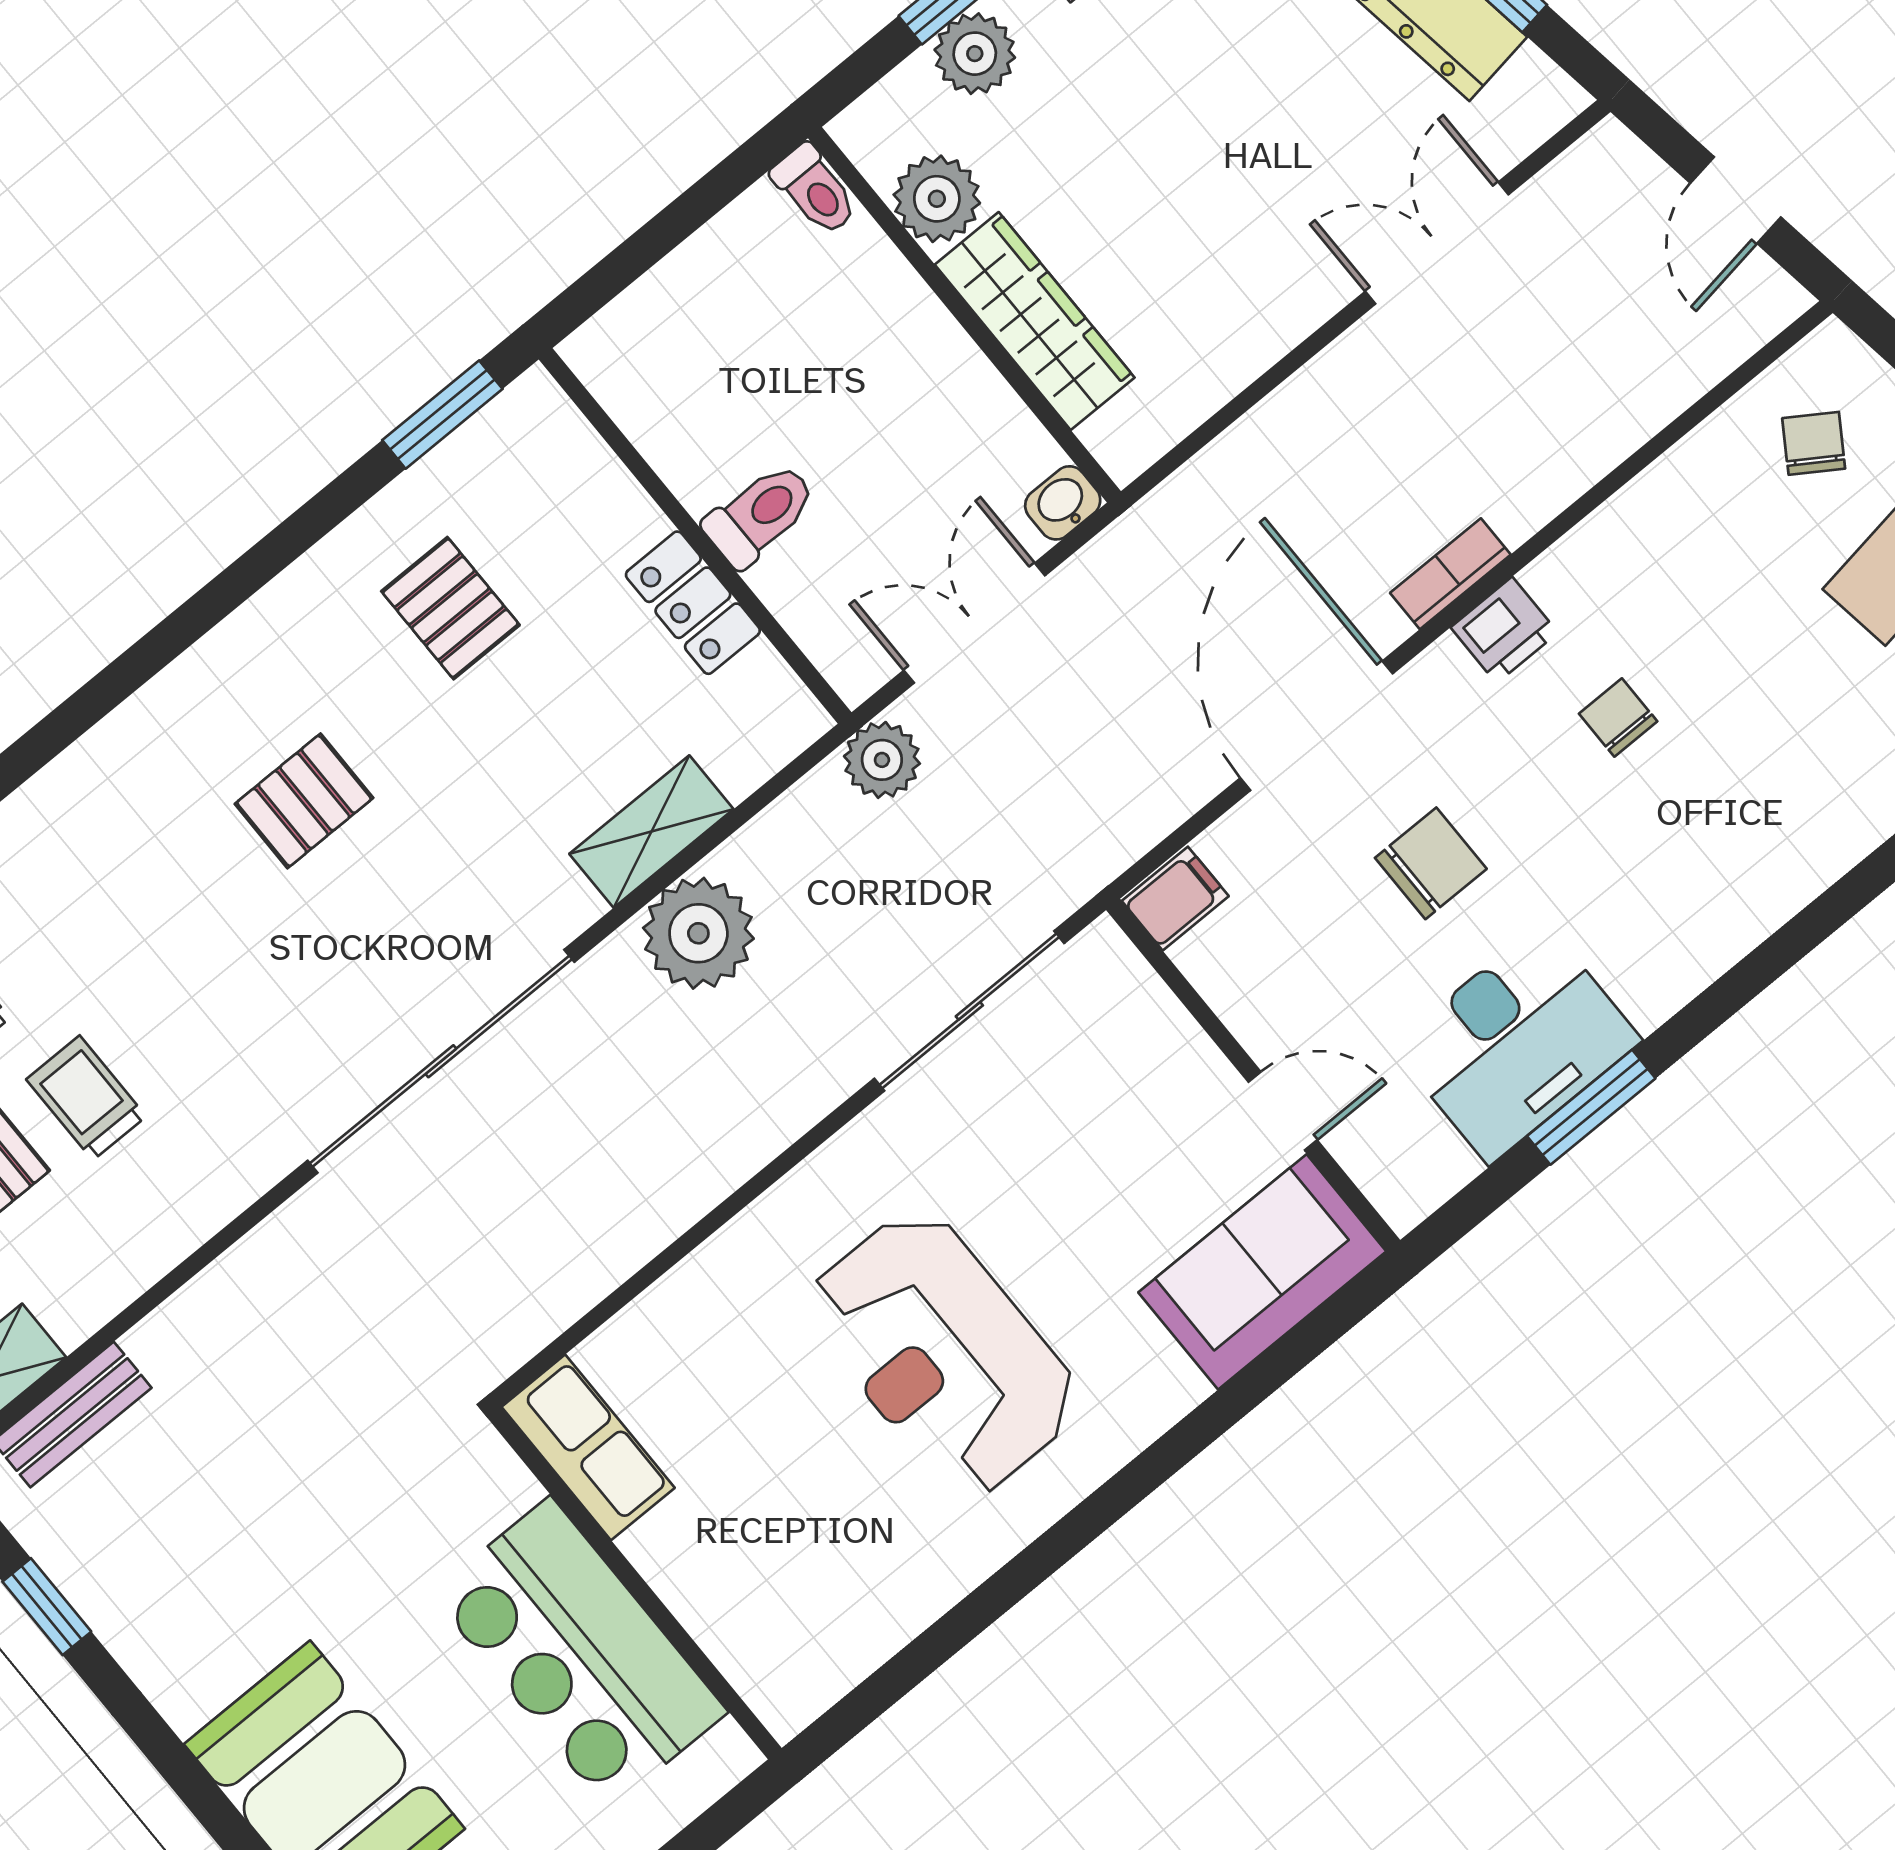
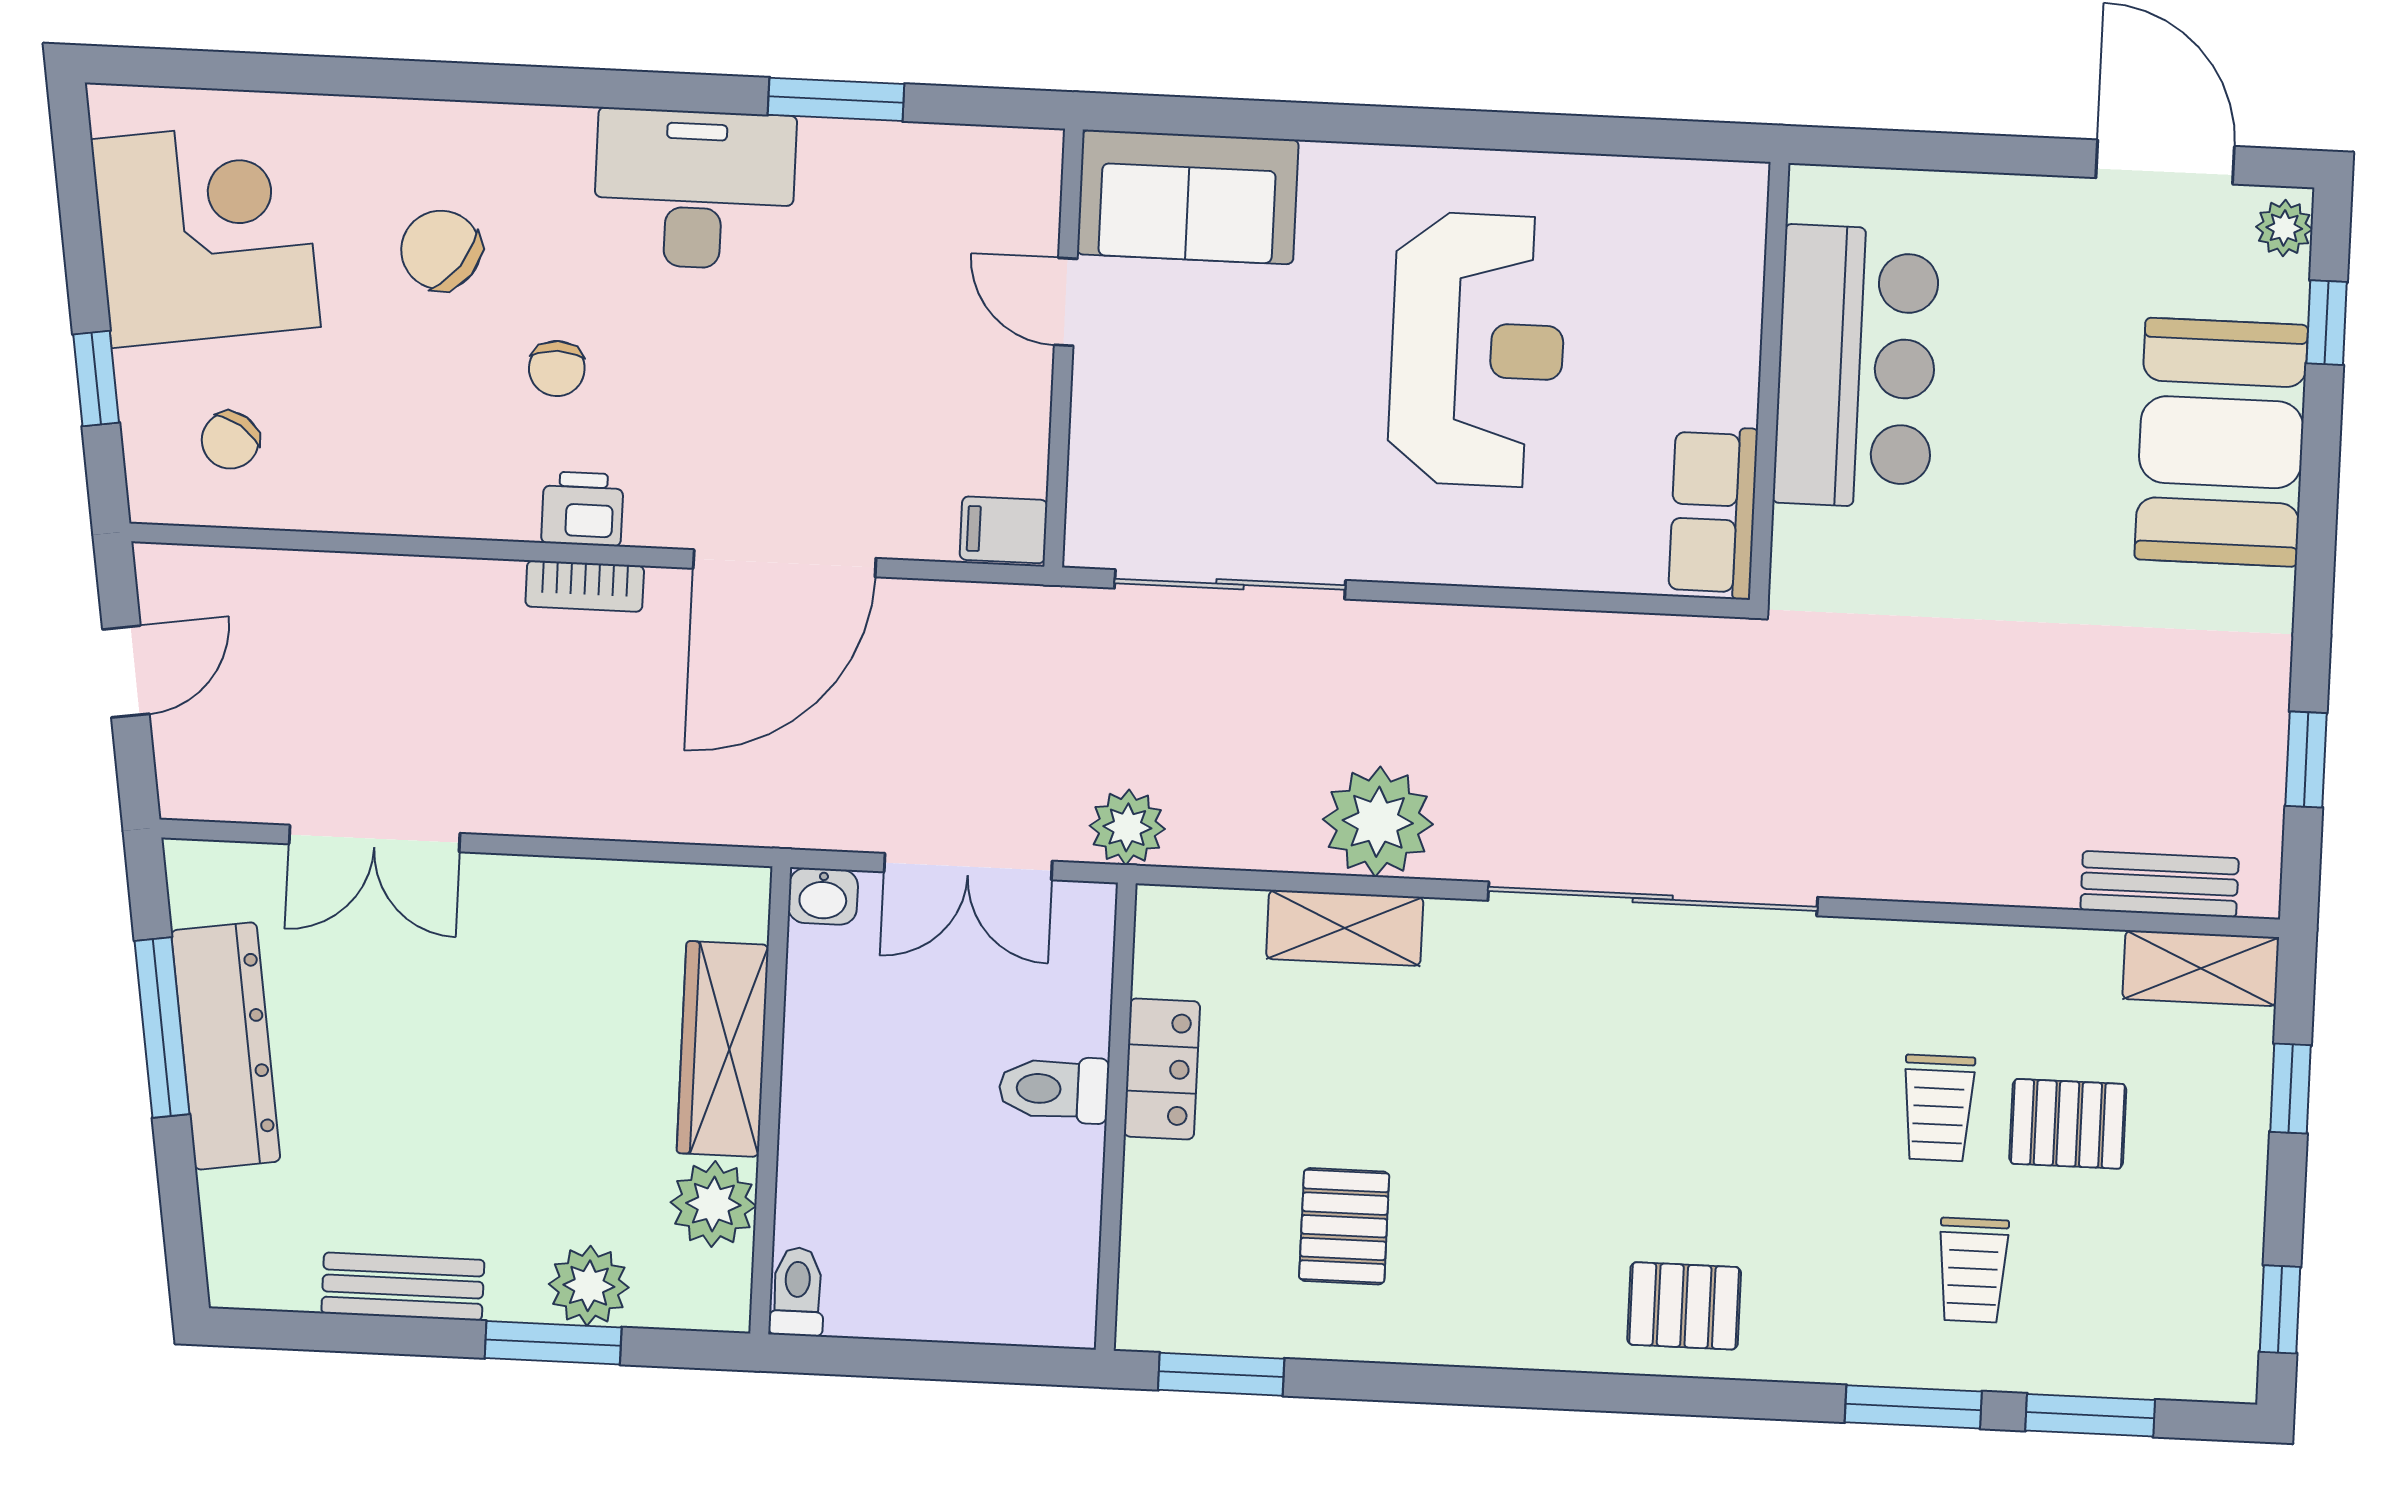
pallet: (304, 801) -> (1684, 1306), moved
chair: (1431, 863) -> (441, 250), moved, turned 36
desk: (1516, 1043) -> (694, 189), moved
row of seats: (588, 1447) -> (1713, 512), moved
wall: (635, 1583) -> (1769, 381), moved
bar counter: (579, 1653) -> (1856, 367), moved

